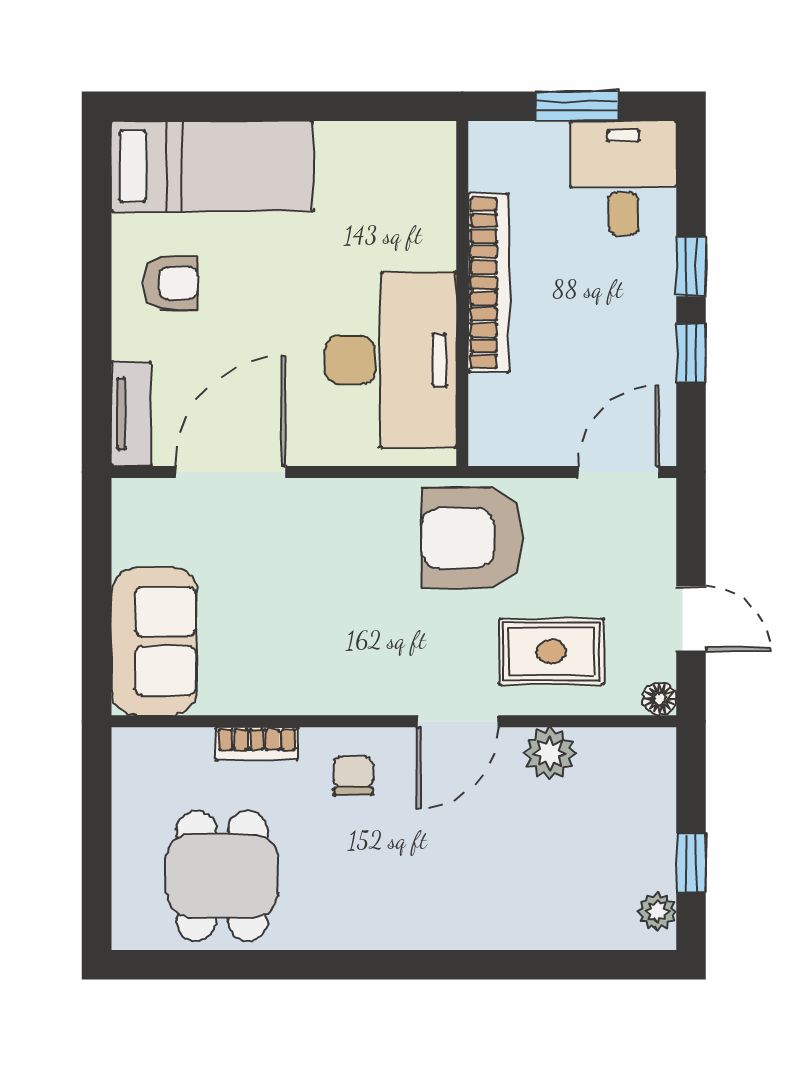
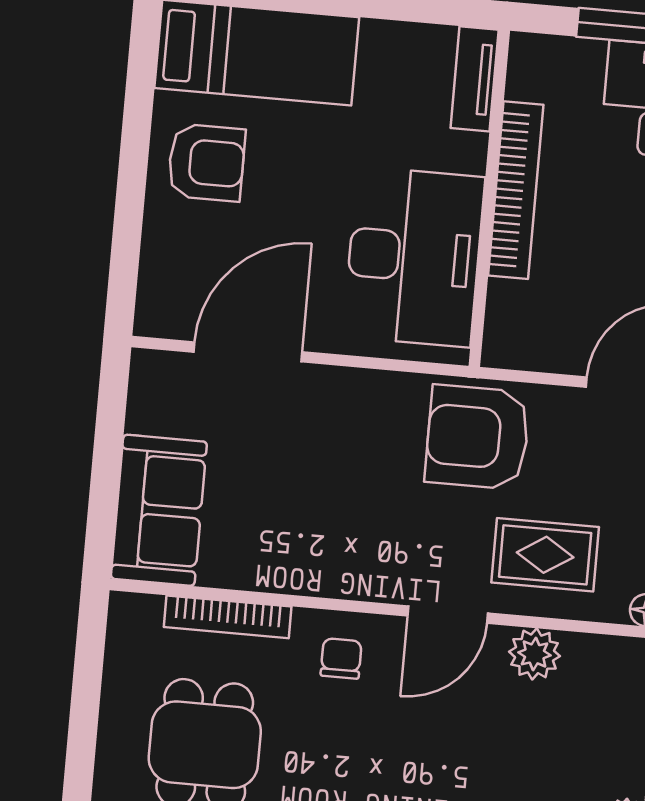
armchair: (171, 283) -> (206, 163), width x1.38, depth x1.38
tv unit: (131, 414) -> (475, 79), moved, turned 180
bookcase: (257, 744) -> (228, 617), width x1.56

